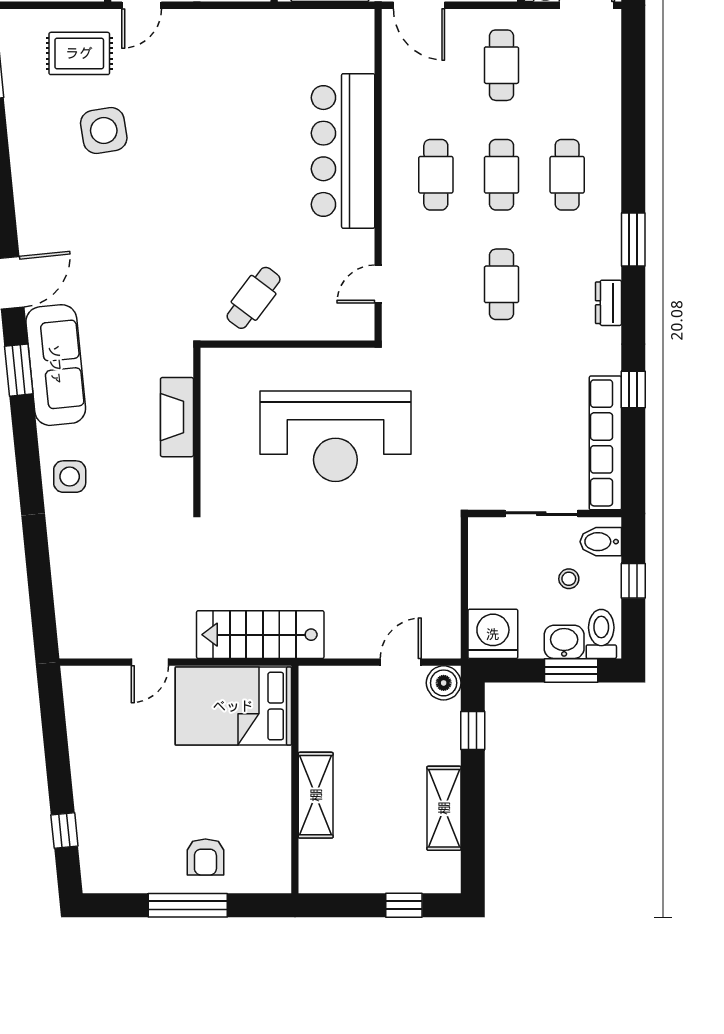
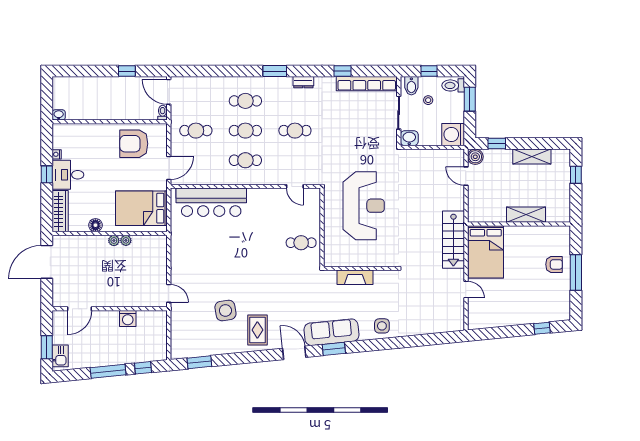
rug: (79, 53) -> (257, 330), moved
bar counter: (343, 151) -> (211, 202), moved
cafe table: (254, 298) -> (301, 243), turned -37
washbasin: (564, 642) -> (409, 138), moved, turned 90

